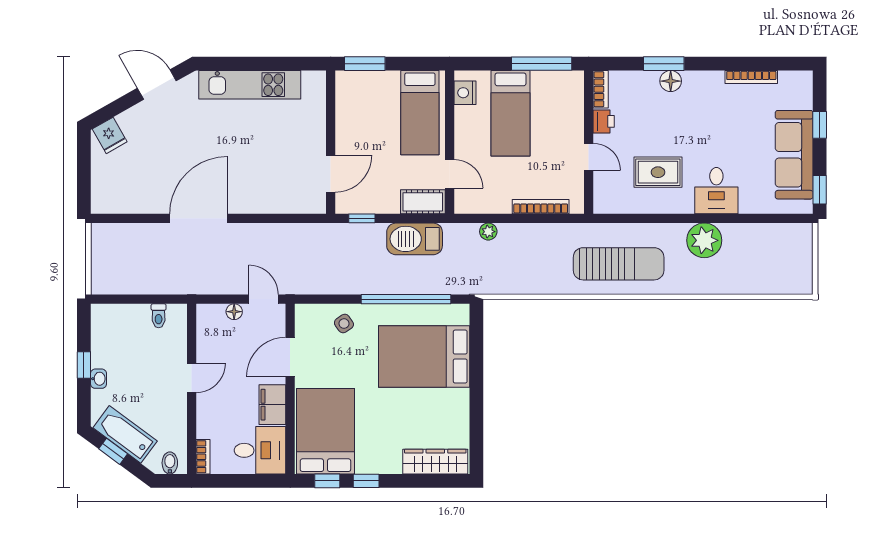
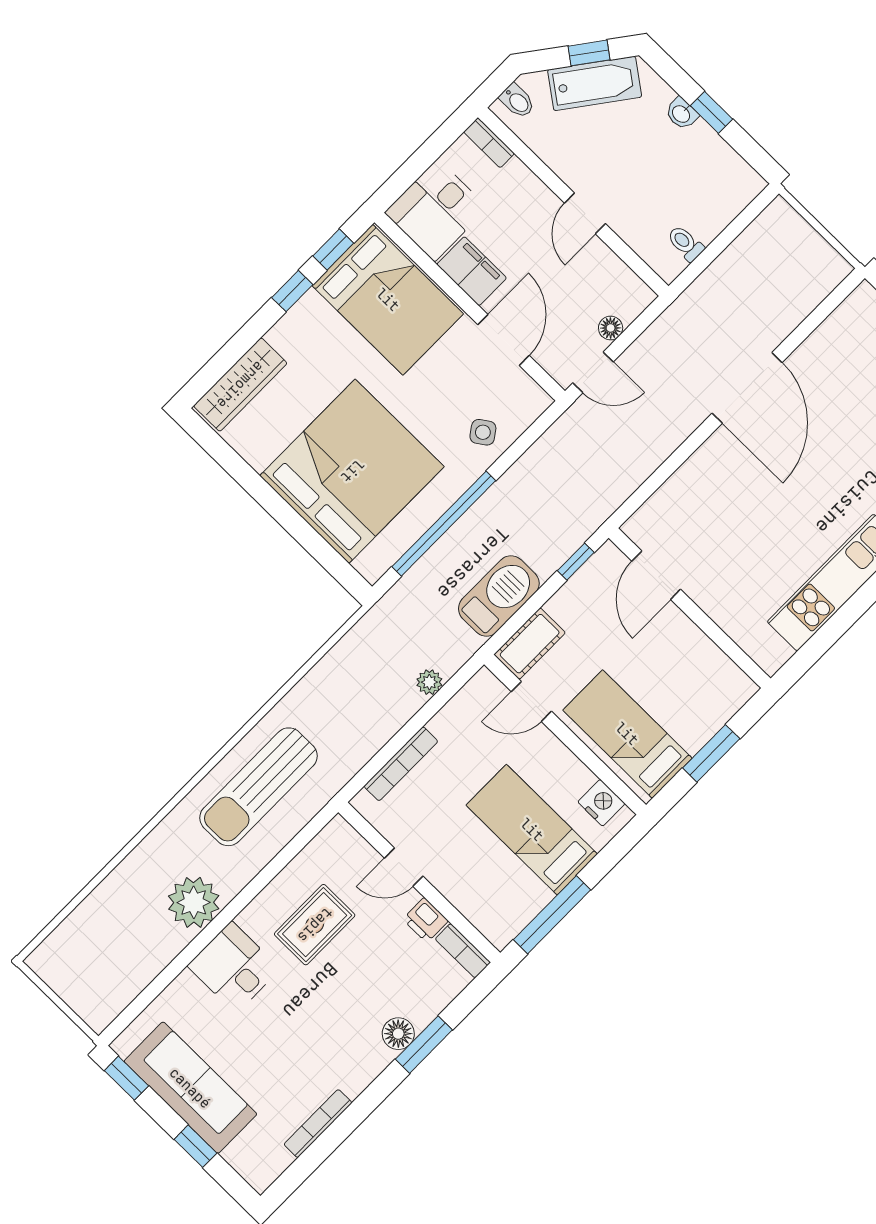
window: (365, 64) -> (711, 753), moved
bed: (424, 357) -> (352, 471), width x1.36

